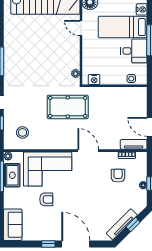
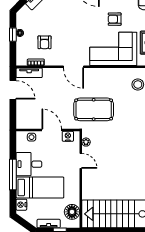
door: (81, 28) -> (81, 161), moved
door: (111, 86) -> (52, 130), added

